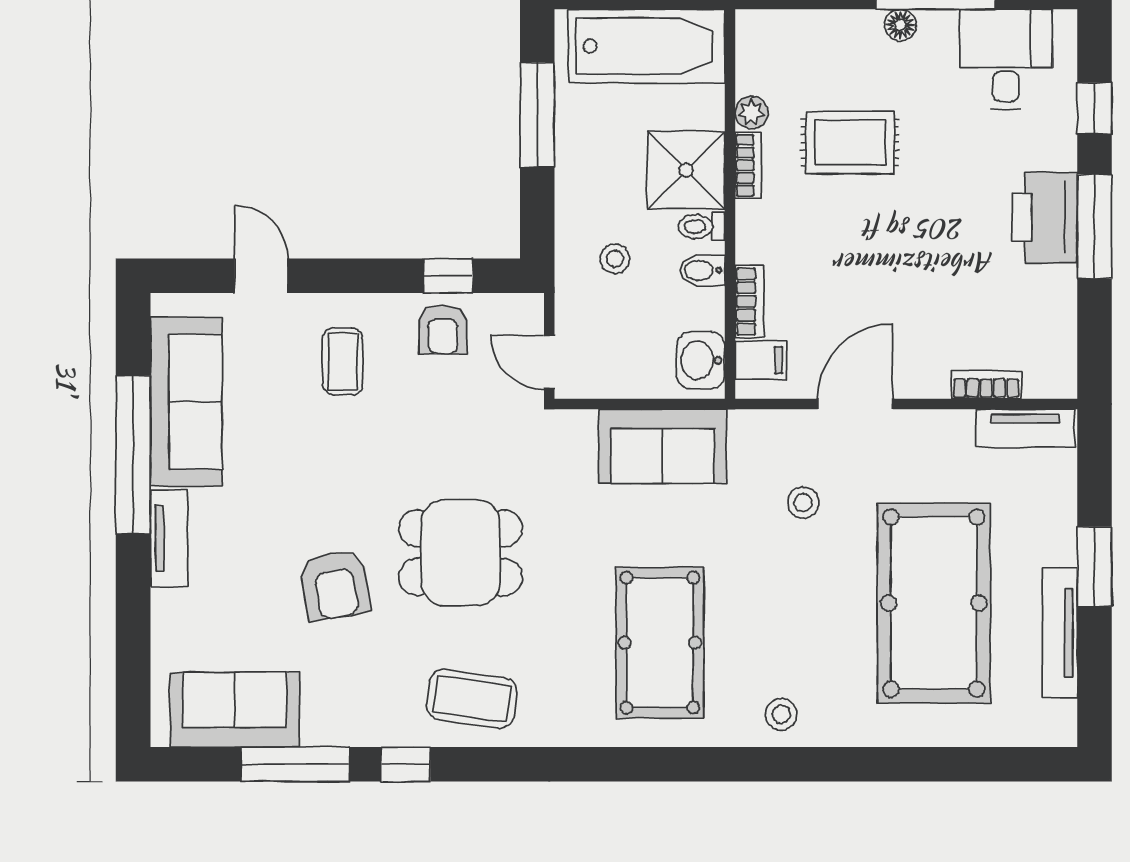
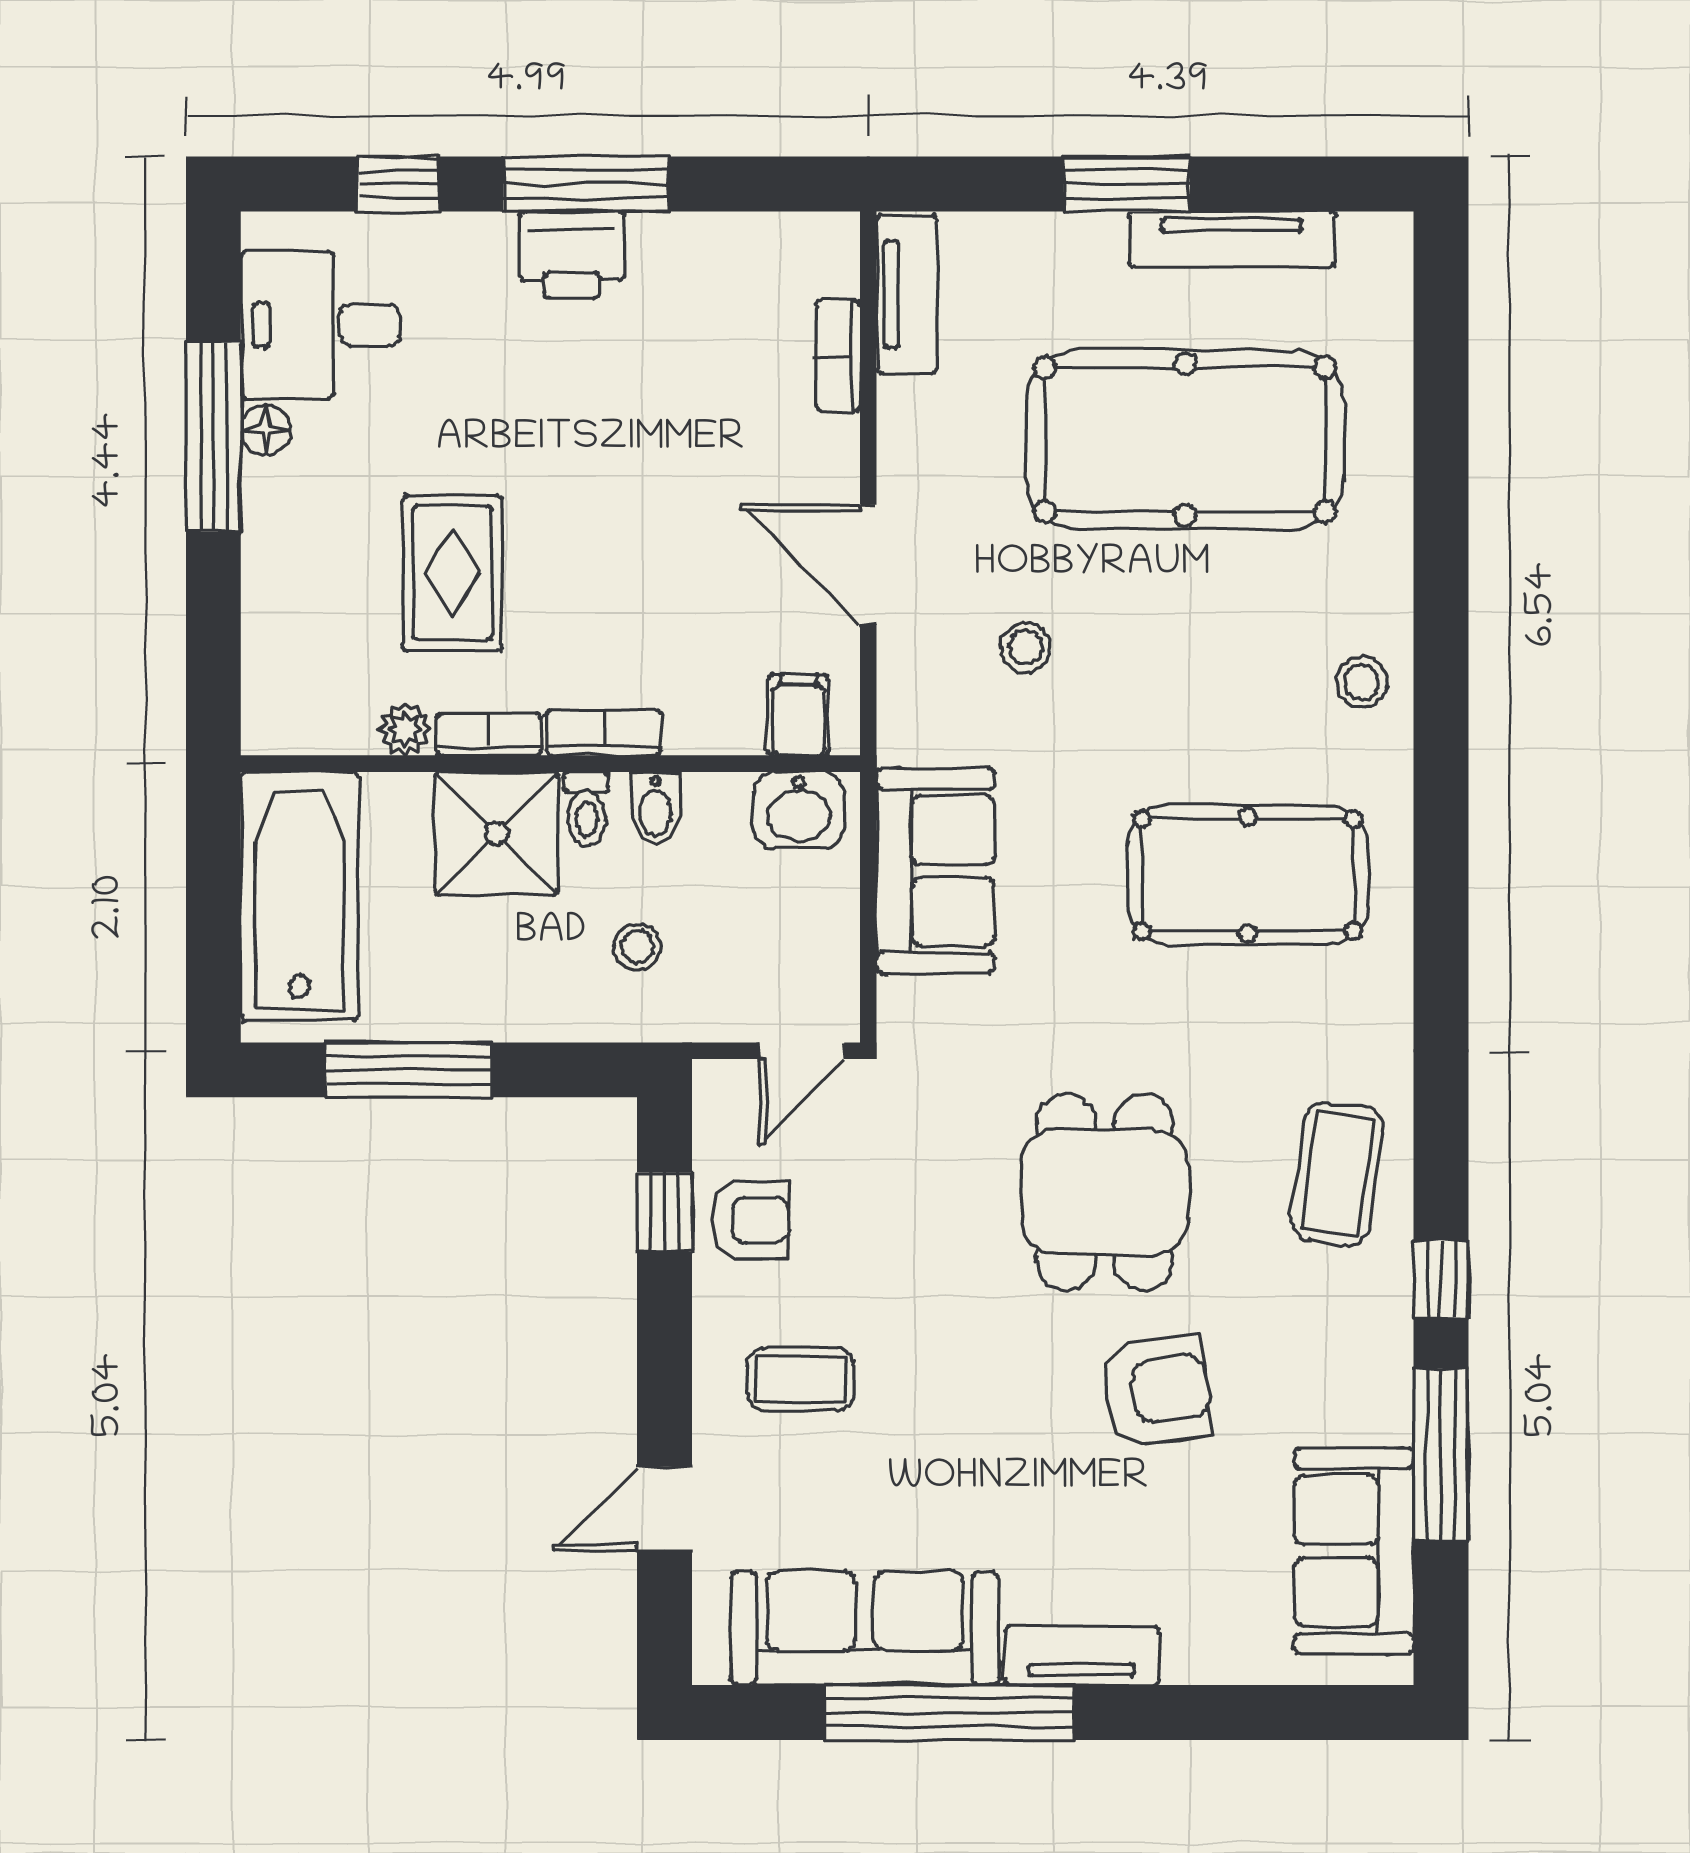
floor lamp: (901, 25) -> (266, 429), moved
printer: (1045, 217) -> (572, 255), width x0.73, depth x0.84
bookcase: (749, 301) -> (604, 733), moved

